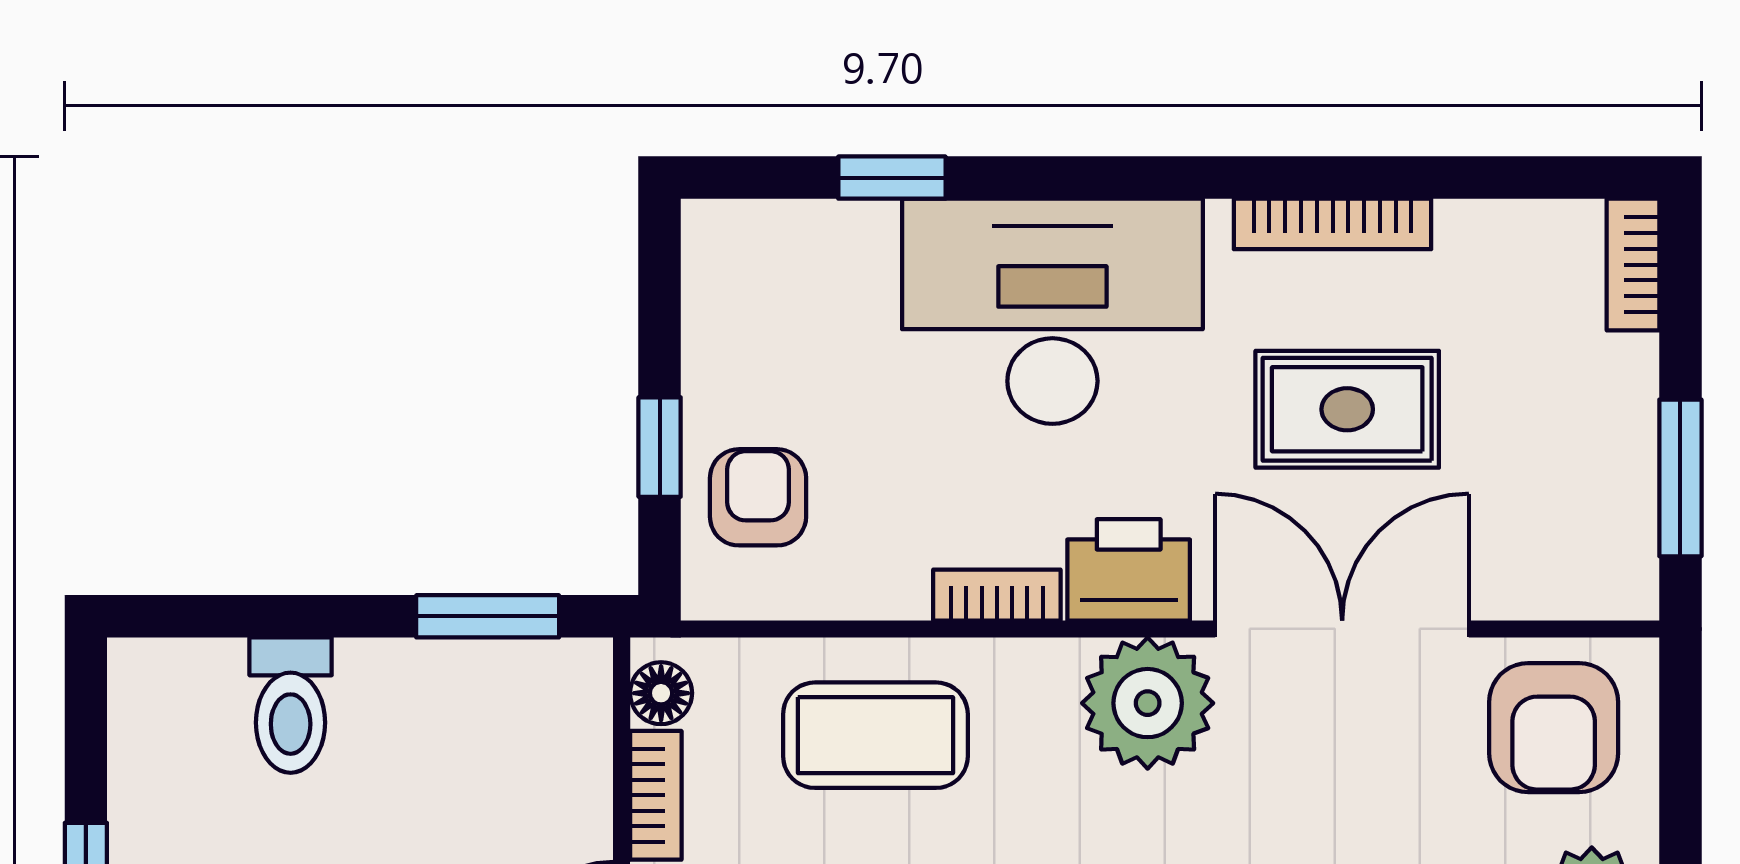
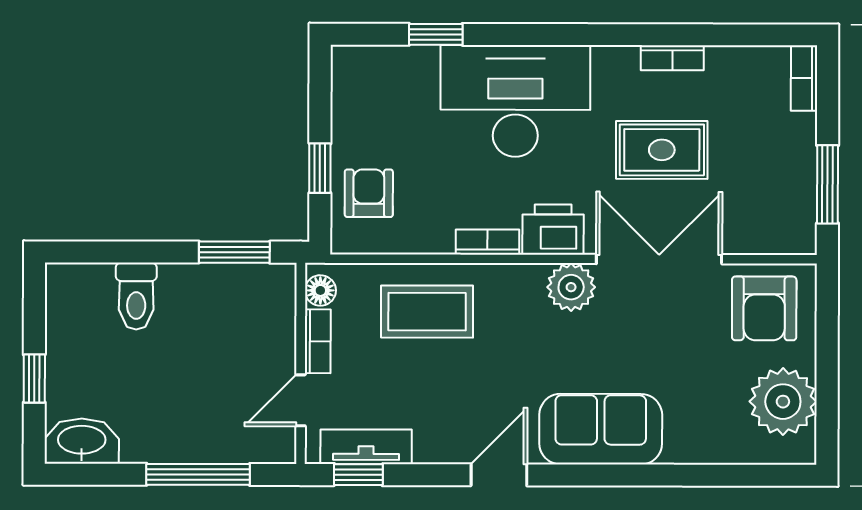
bookcase: (1333, 224) -> (672, 58), width x0.64
plant: (1148, 703) -> (571, 287), width x0.73, depth x0.73

